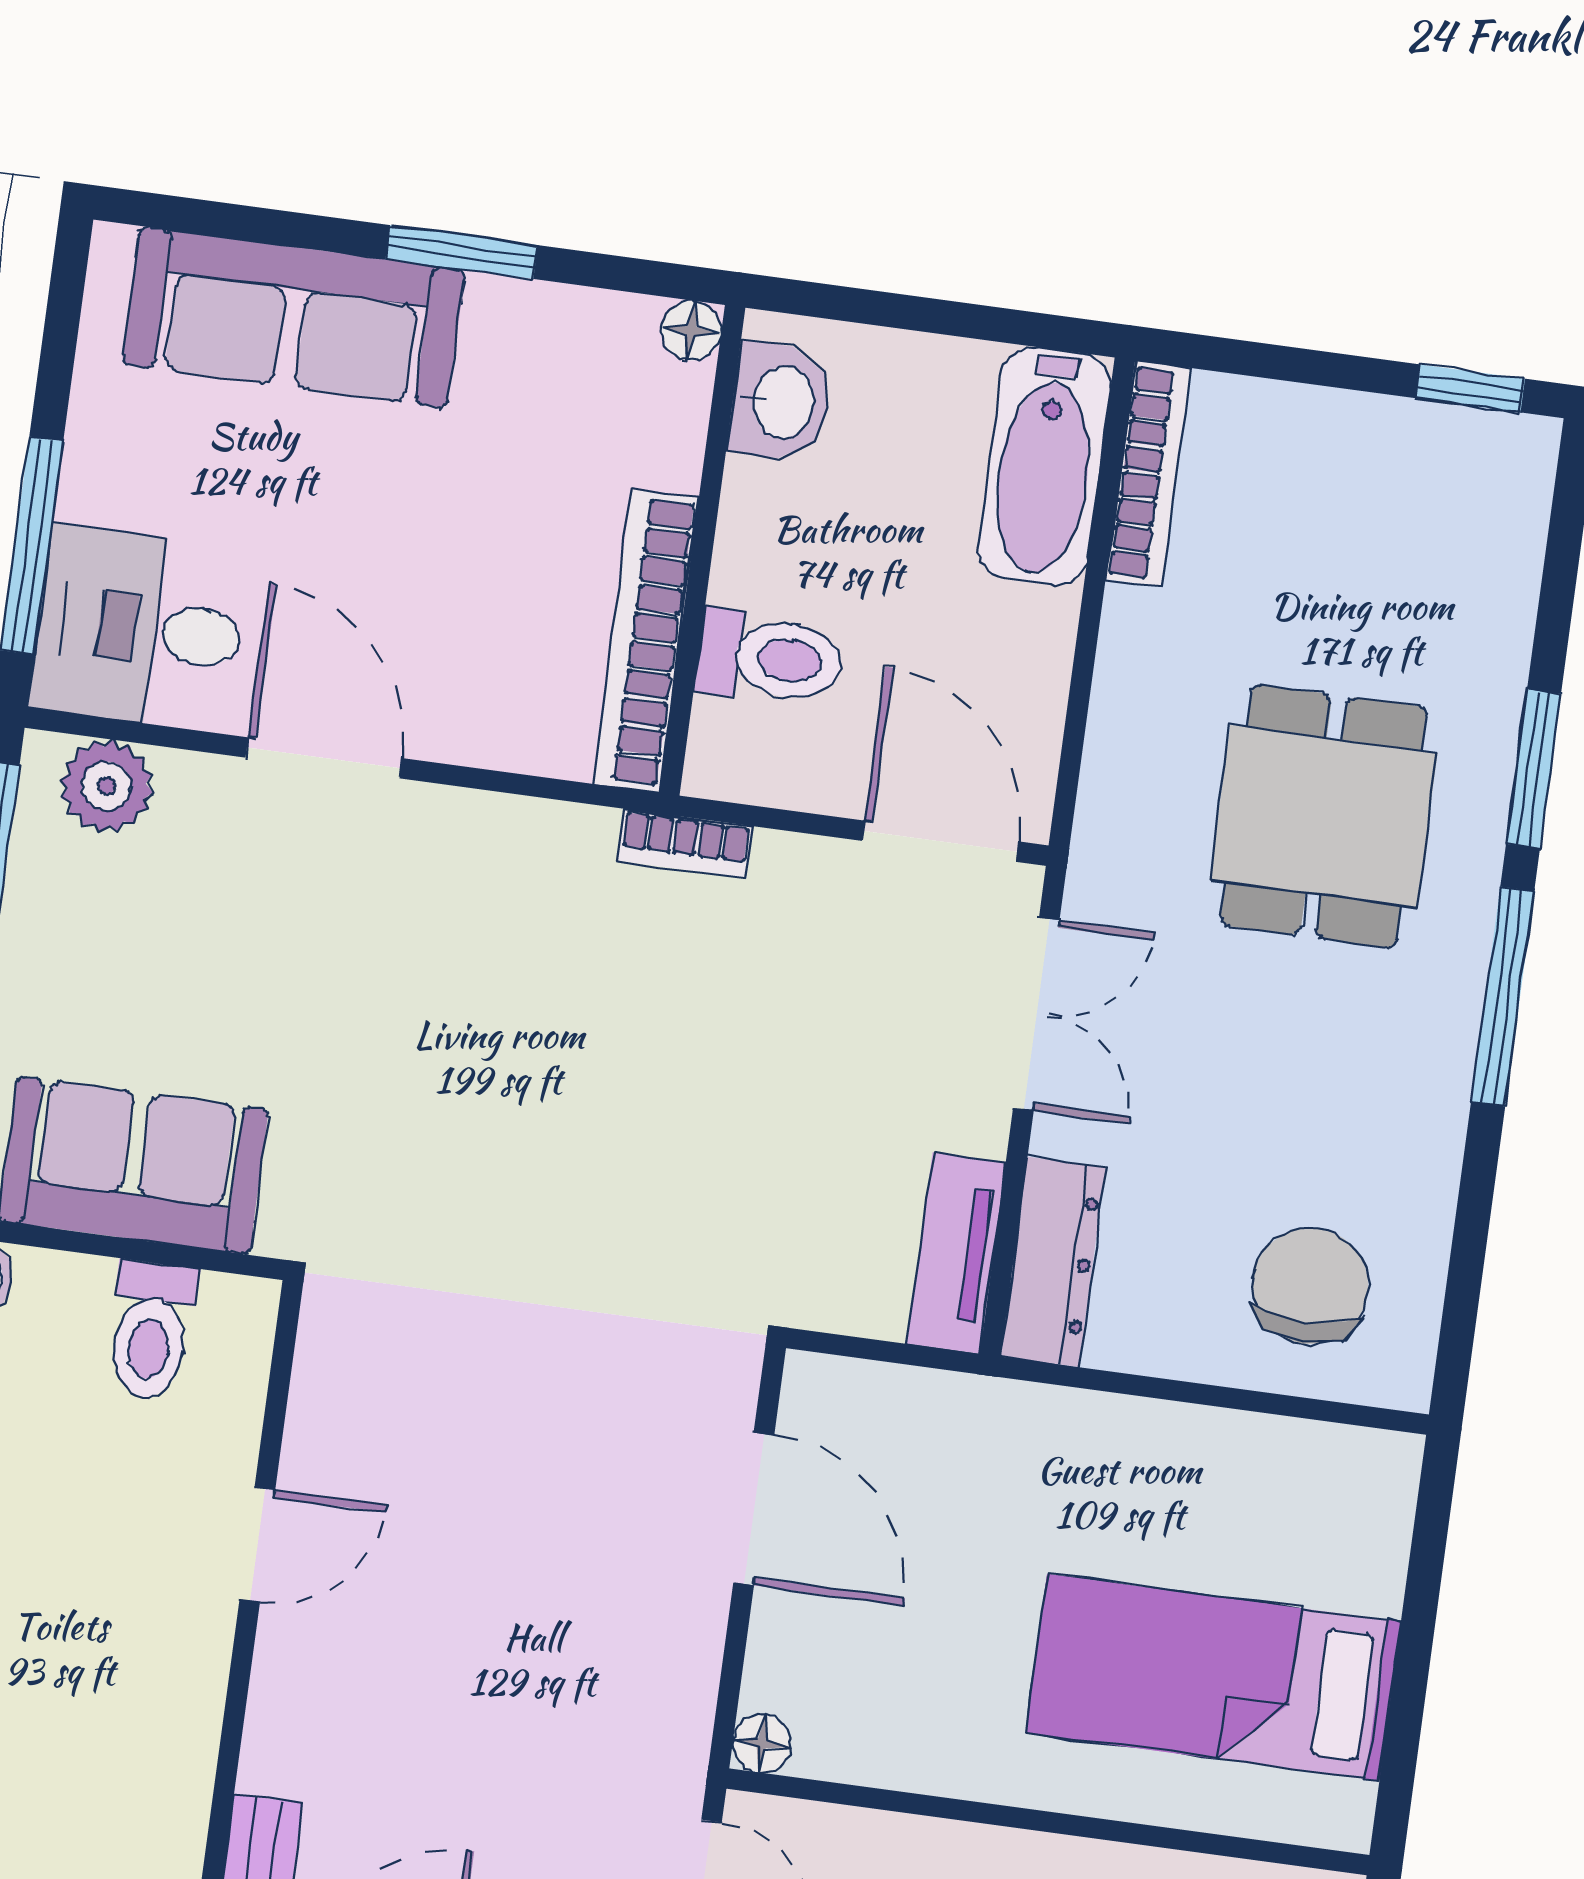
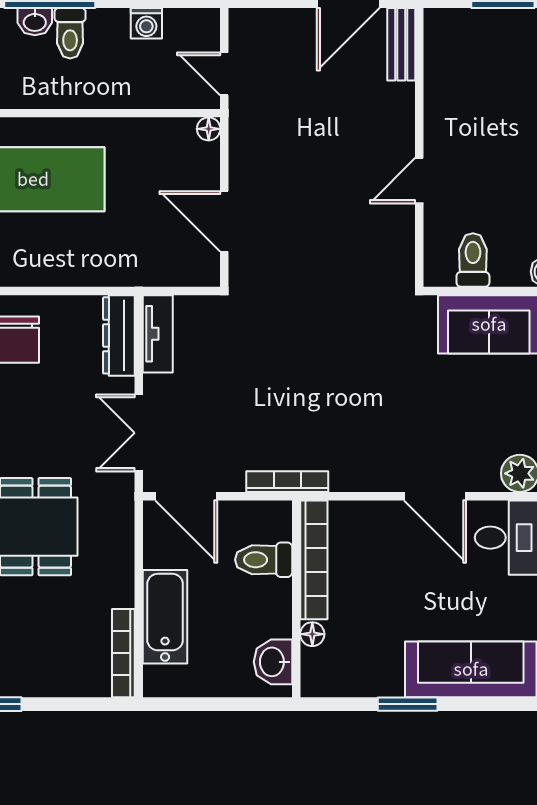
floor lamp: (691, 331) -> (312, 634), moved
bathtub: (1044, 466) -> (165, 617), moved
bookcase: (685, 843) -> (287, 482), width x1.56

